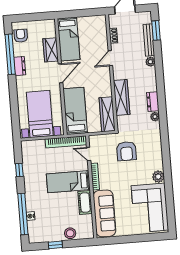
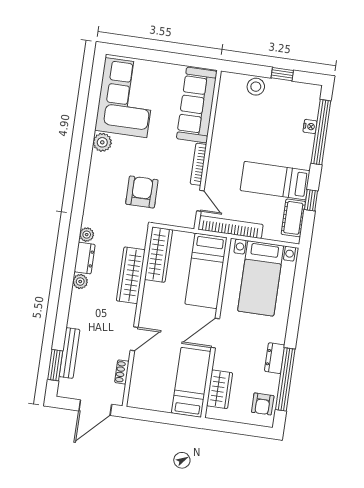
wardrobe: (51, 50) -> (220, 389), moved
plant: (150, 62) -> (80, 282), moved
bed: (68, 182) -> (275, 181), moved, turned 180
cot: (85, 203) -> (293, 218), moved

